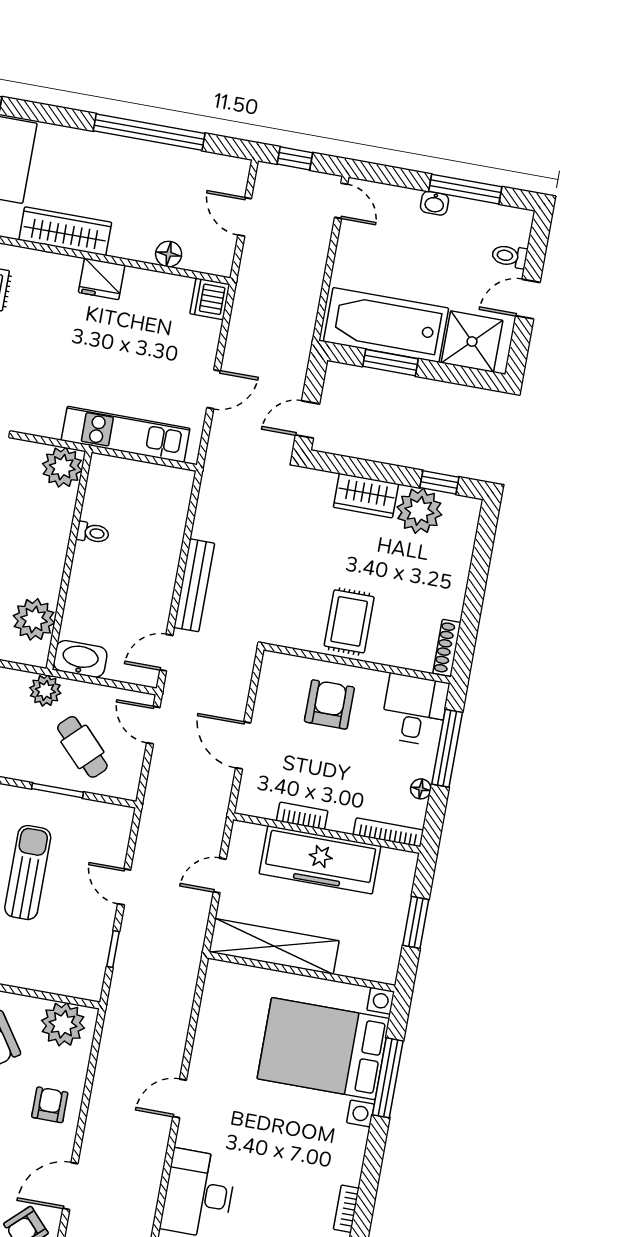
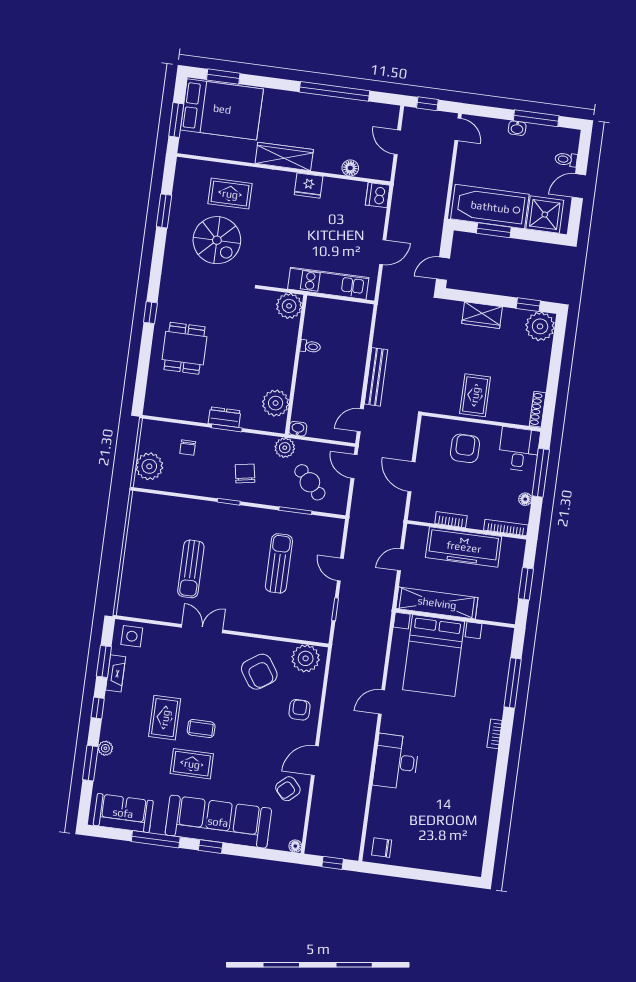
plant: (419, 511) -> (540, 326), moved
washbasin: (80, 659) -> (298, 429), width x0.52, depth x0.69
bed with nightstands: (323, 1049) -> (434, 656), moved, turned -90
bookcase: (346, 1209) -> (495, 734), moved

